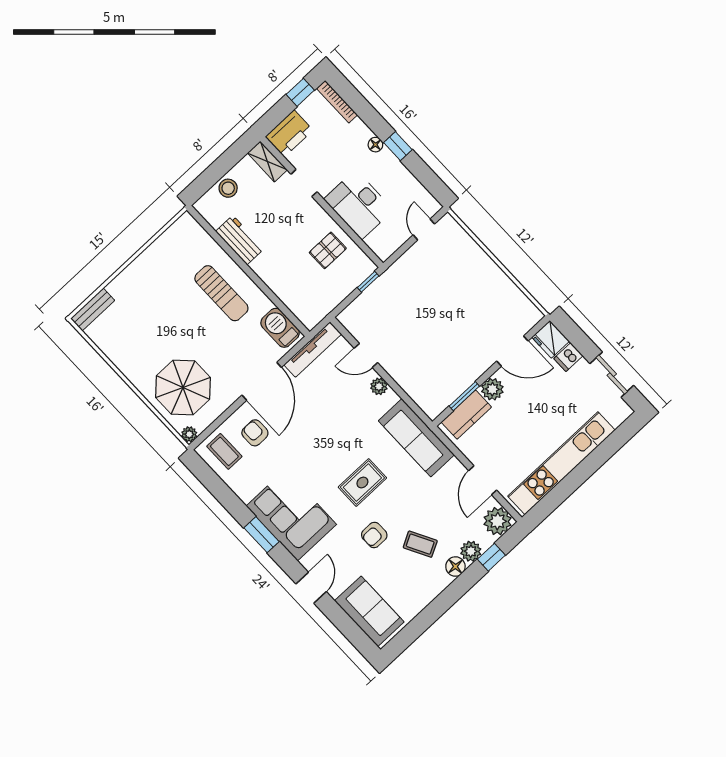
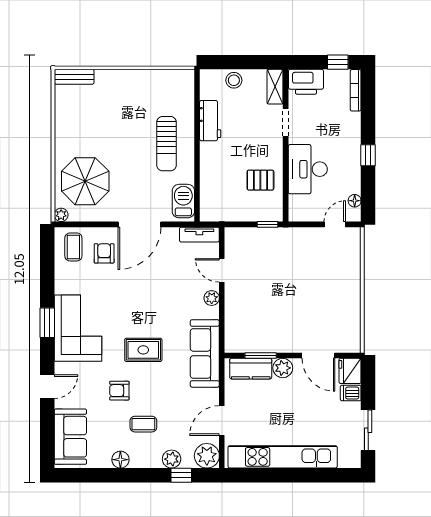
floor lamp: (375, 145) -> (355, 201), moved
tv unit: (313, 349) -> (199, 235), width x0.71
coffee table: (420, 544) -> (143, 424), turned -62
floor lamp: (455, 567) -> (120, 460), moved

